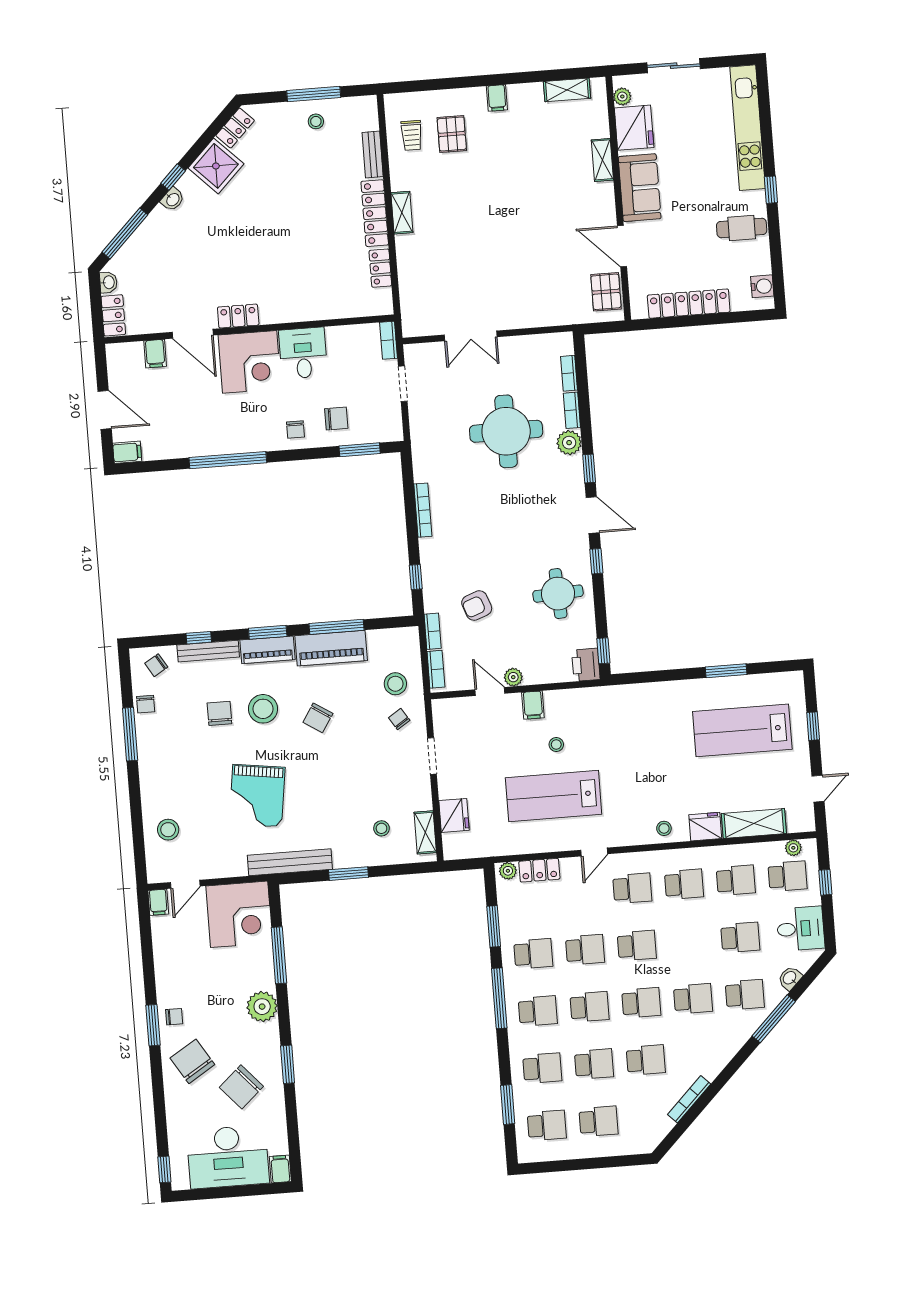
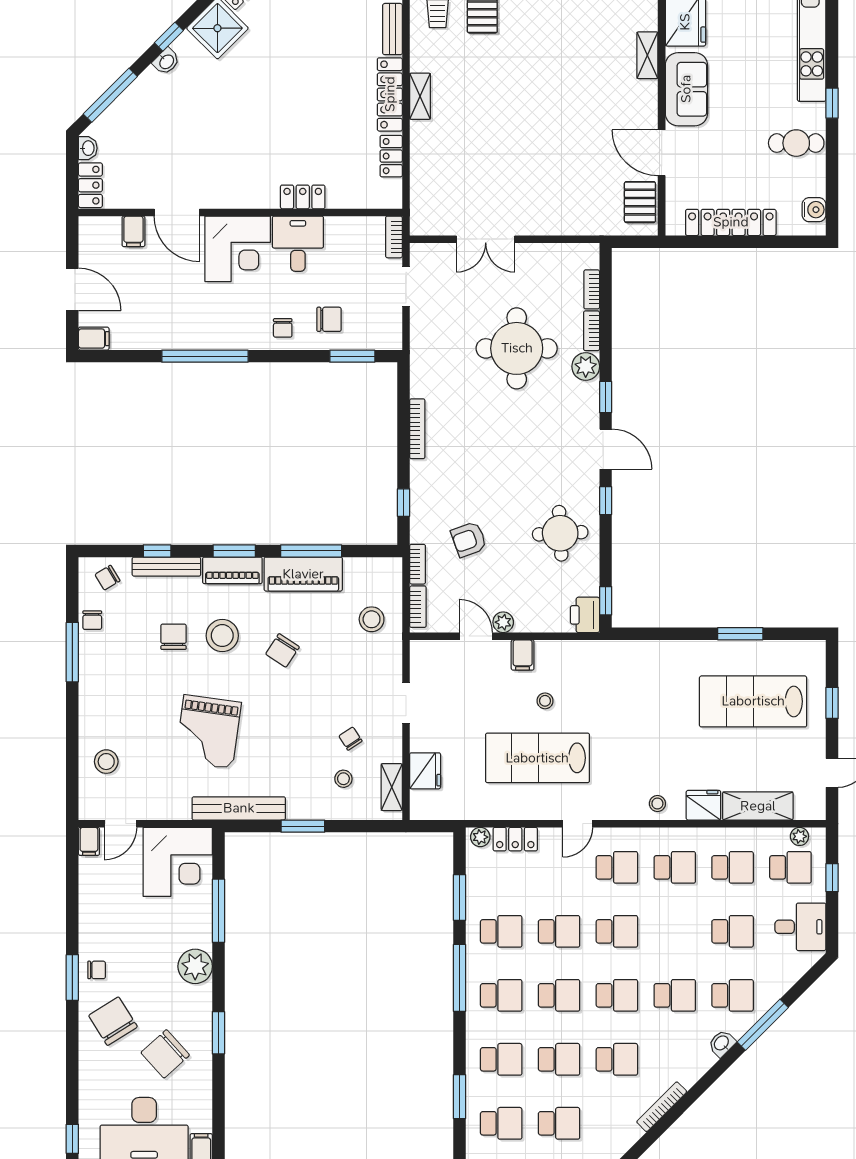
locker: (238, 316) -> (303, 197), moved
chair: (399, 719) -> (350, 739), moved
washbasin: (790, 978) -> (722, 1043), moved

